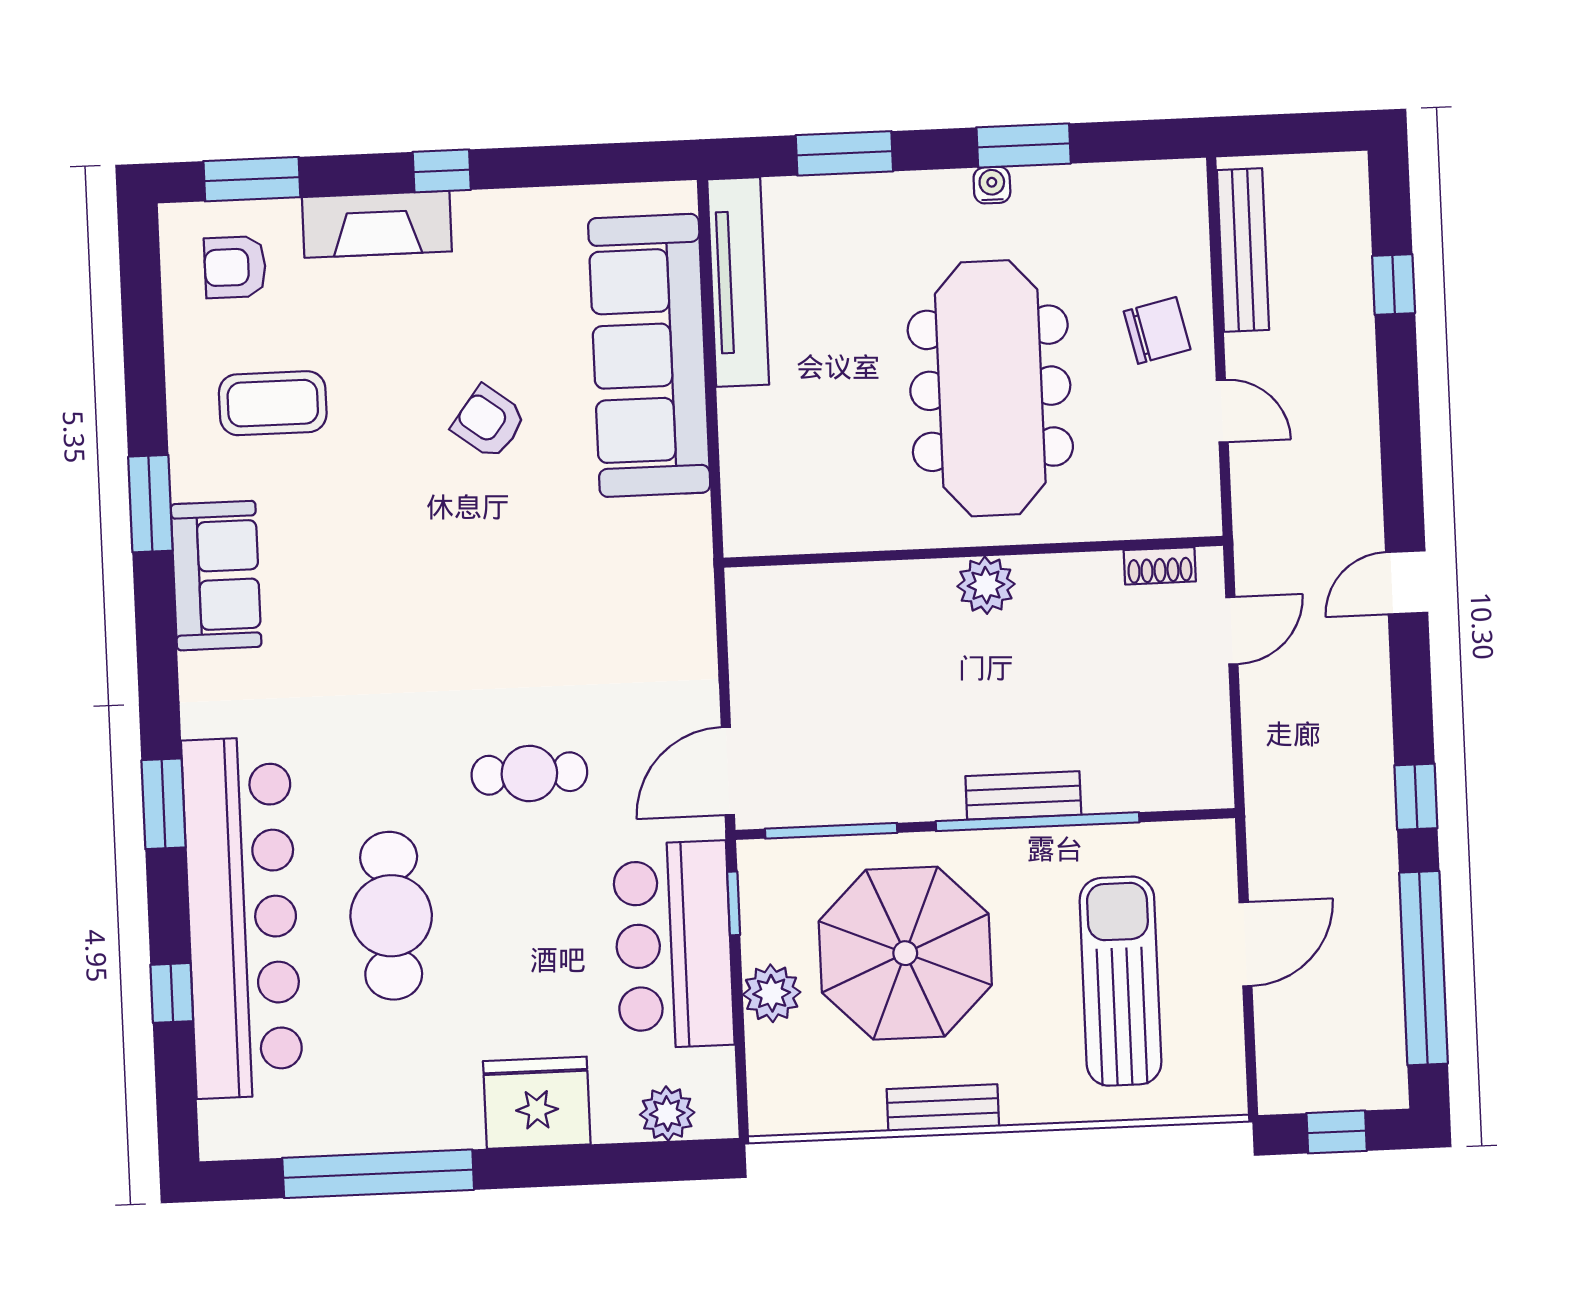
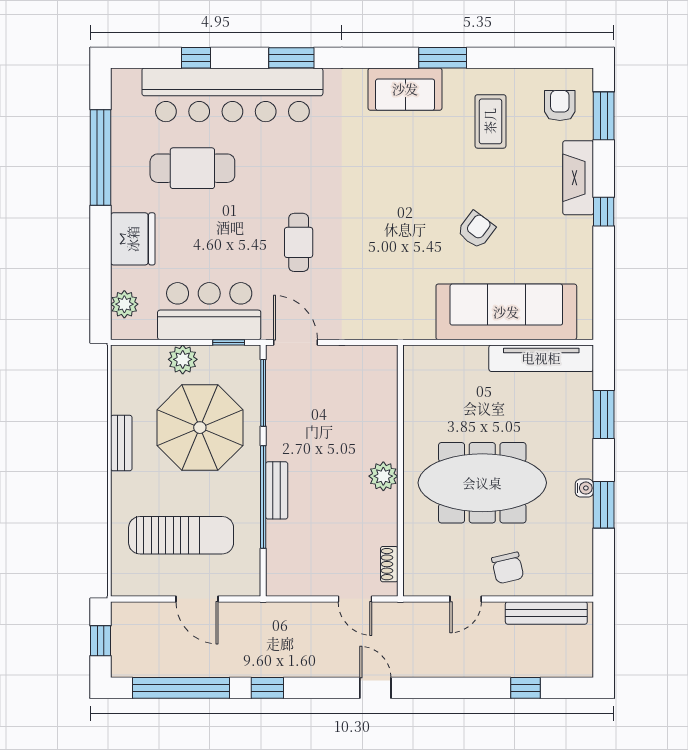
cafe table: (391, 916) -> (192, 168), moved

